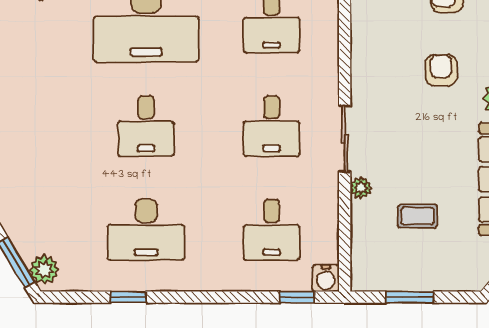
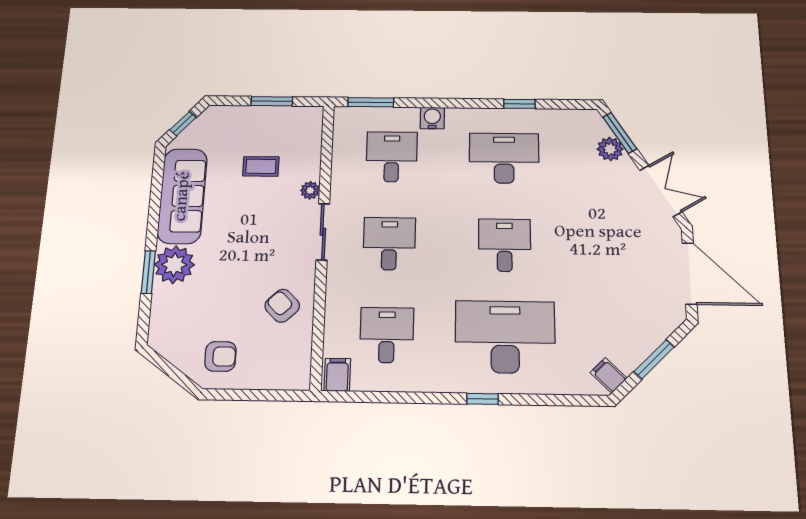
armchair: (441, 70) -> (282, 306), moved, turned 136
plant: (44, 269) -> (610, 149), moved
water cooler: (326, 278) -> (432, 118), moved
window: (297, 297) -> (371, 102), width x1.50

